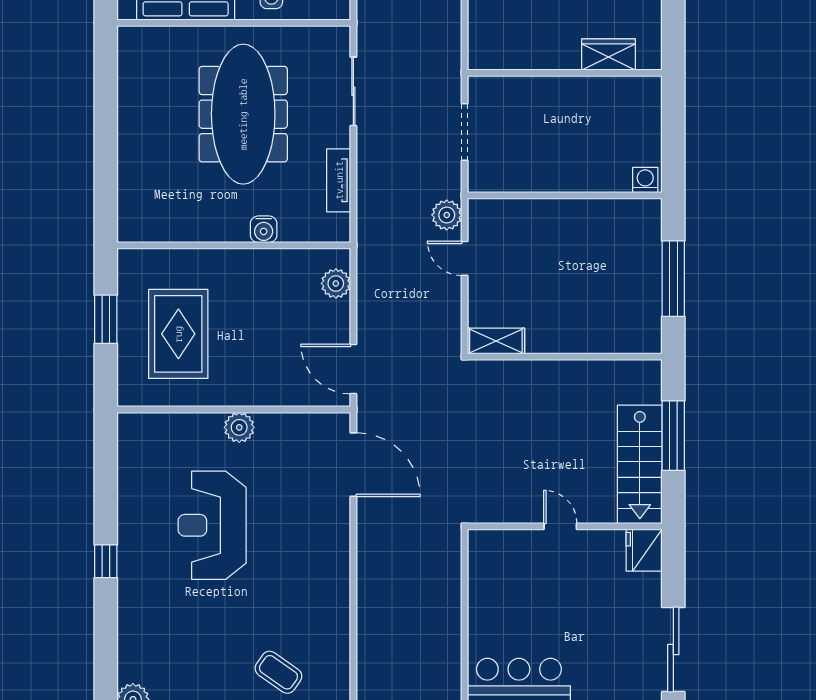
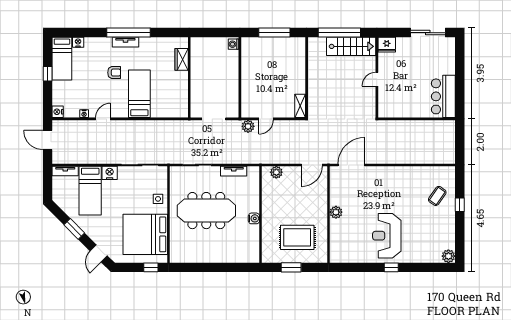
water cooler: (264, 229) -> (254, 218), moved
window: (673, 436) -> (339, 33), width x1.46
reception desk: (212, 525) -> (387, 236), moved, turned 90

